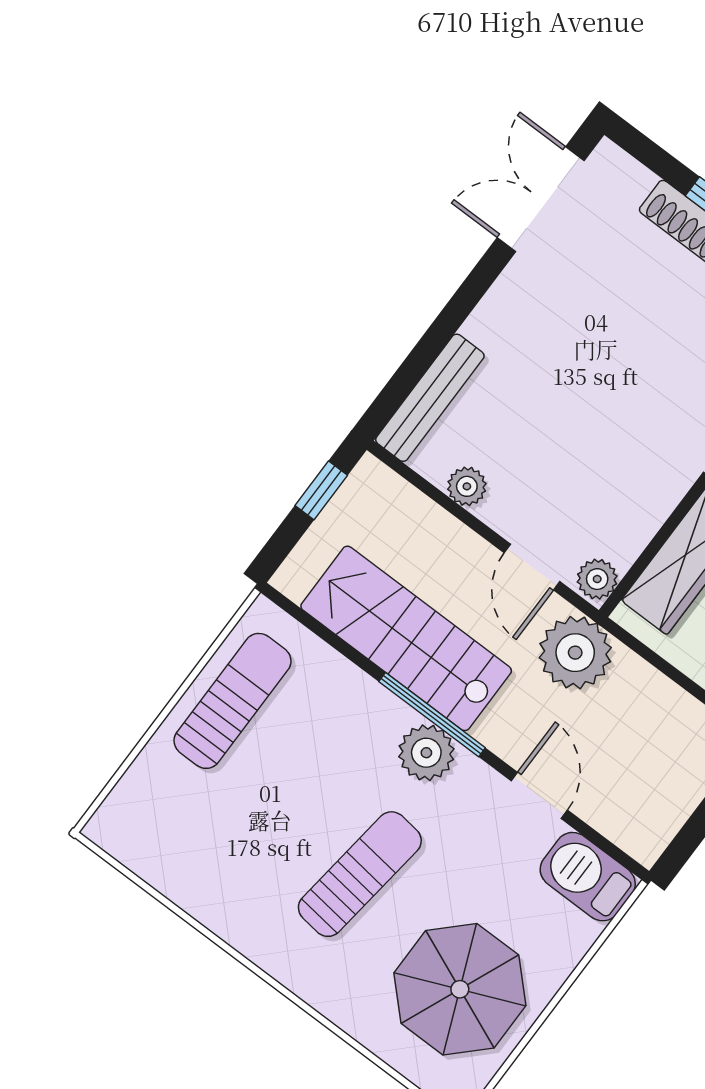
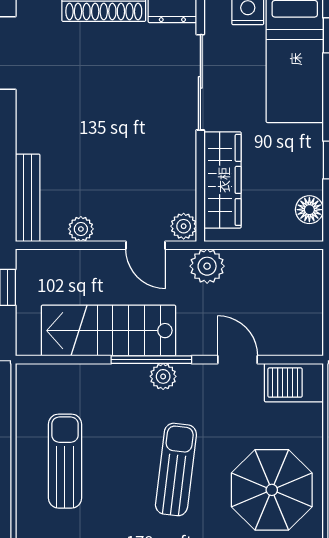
plant: (575, 653) -> (207, 266), width x0.73, depth x0.73
sun lounger: (233, 701) -> (65, 461), moved
plant: (426, 753) -> (163, 376), width x0.73, depth x0.73

